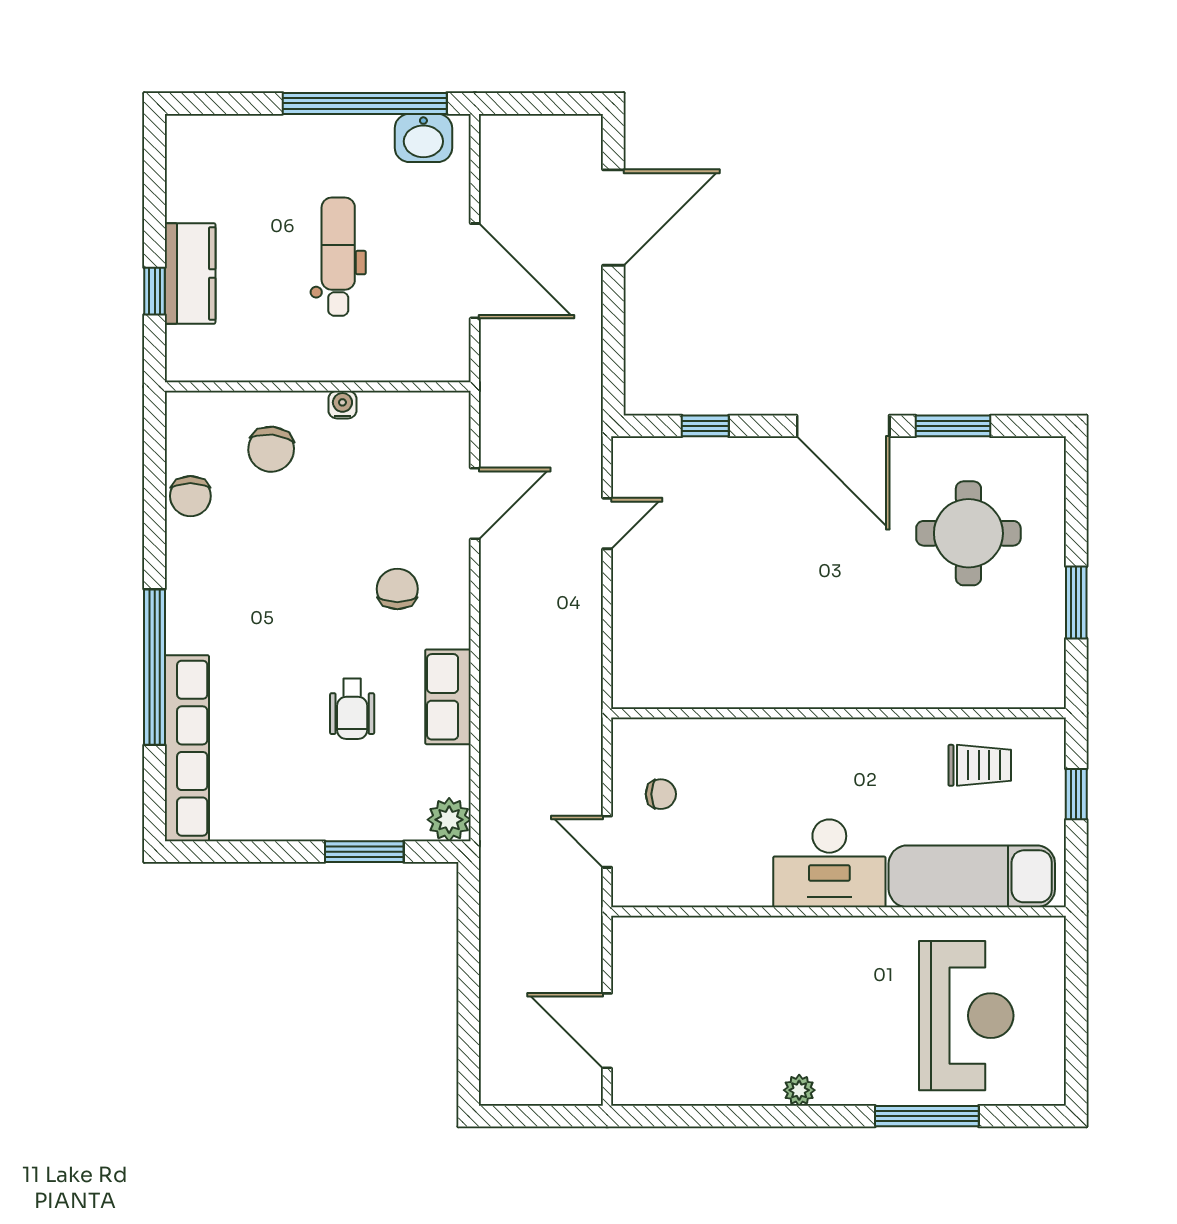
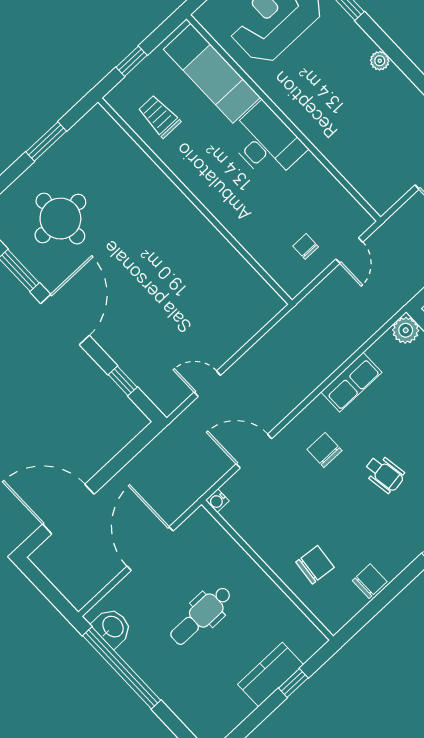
water cooler: (342, 405) -> (217, 501), moved
chair: (397, 589) -> (324, 450), turned 90
wheelchair: (352, 709) -> (384, 474), moved, turned 81

